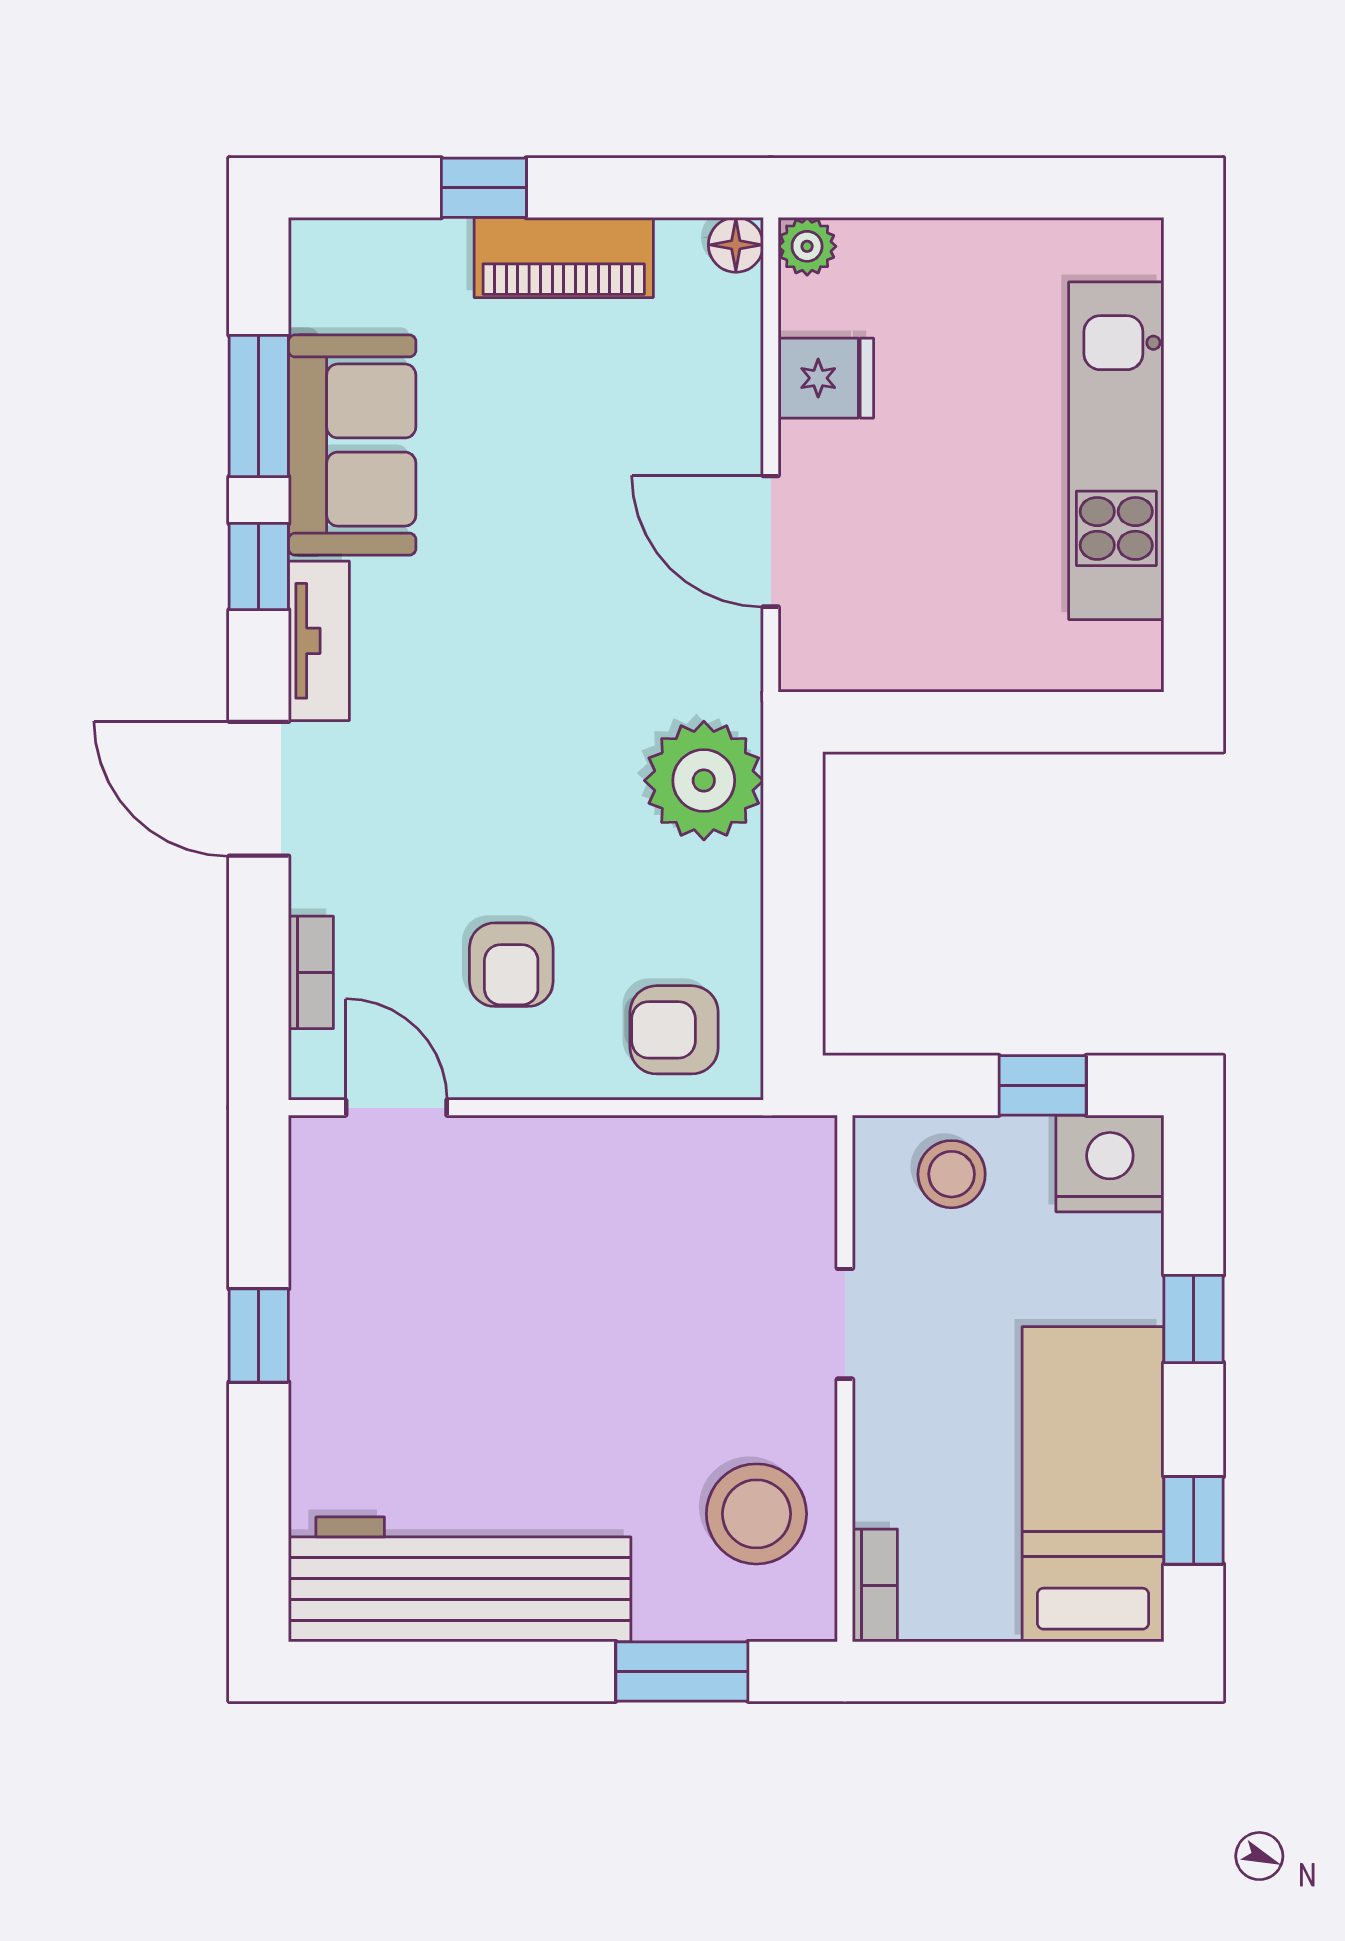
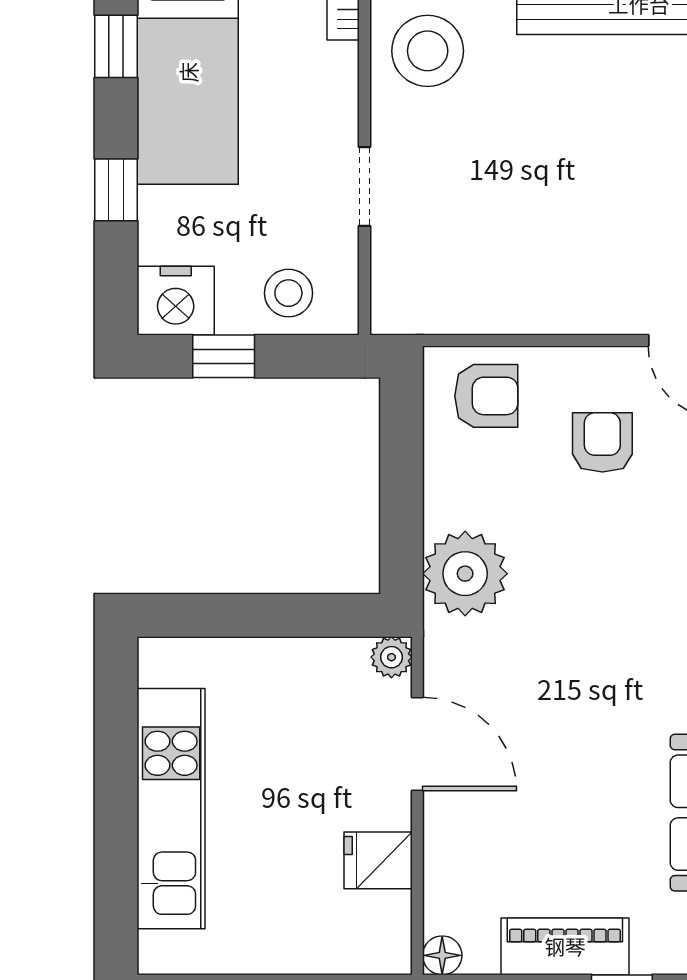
plant: (807, 246) -> (391, 657), moved

